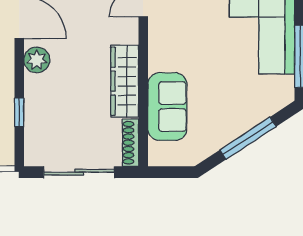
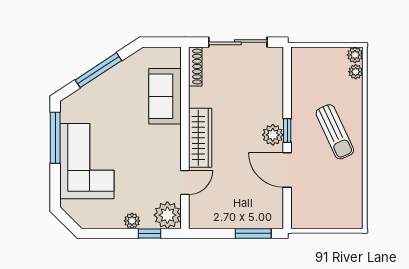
wardrobe: (125, 81) -> (200, 138), moved
window: (19, 112) -> (287, 131), moved

